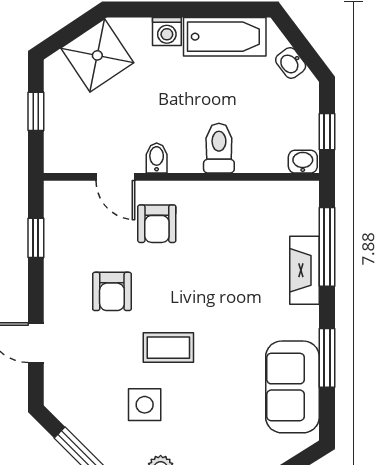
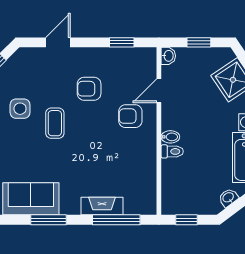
toilet: (219, 148) -> (172, 151), width x0.73, depth x0.72
bidet: (157, 158) -> (170, 137), moved
washbasin: (303, 162) -> (168, 56), moved

